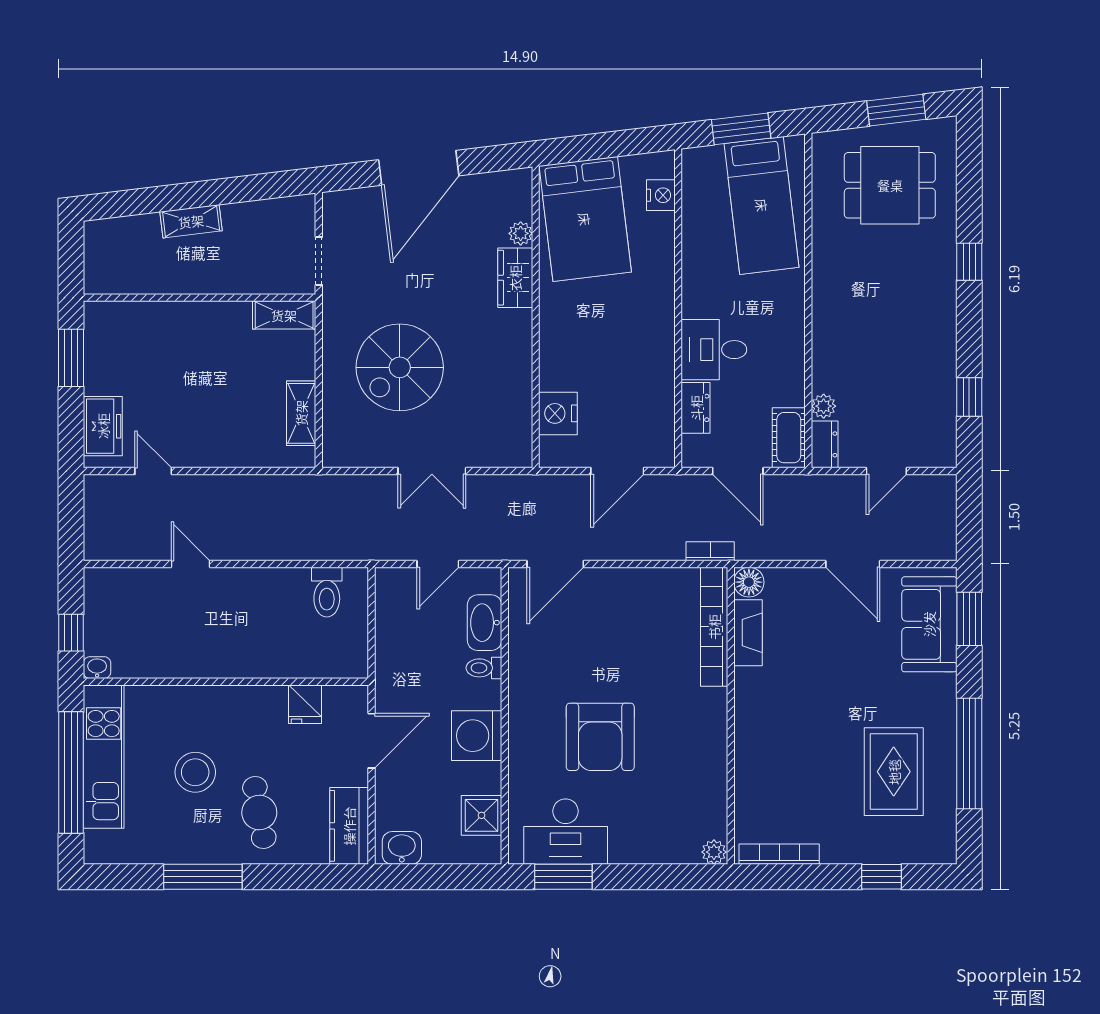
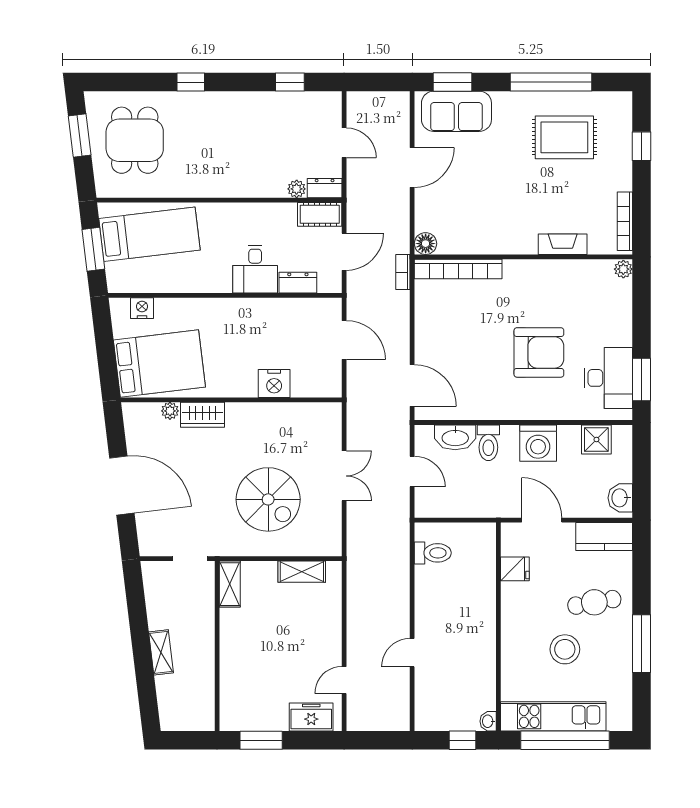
nightstand: (558, 413) -> (274, 383), moved
fireplace: (748, 633) -> (563, 244), moved
toilet: (484, 668) -> (488, 443), width x1.37, depth x1.39

